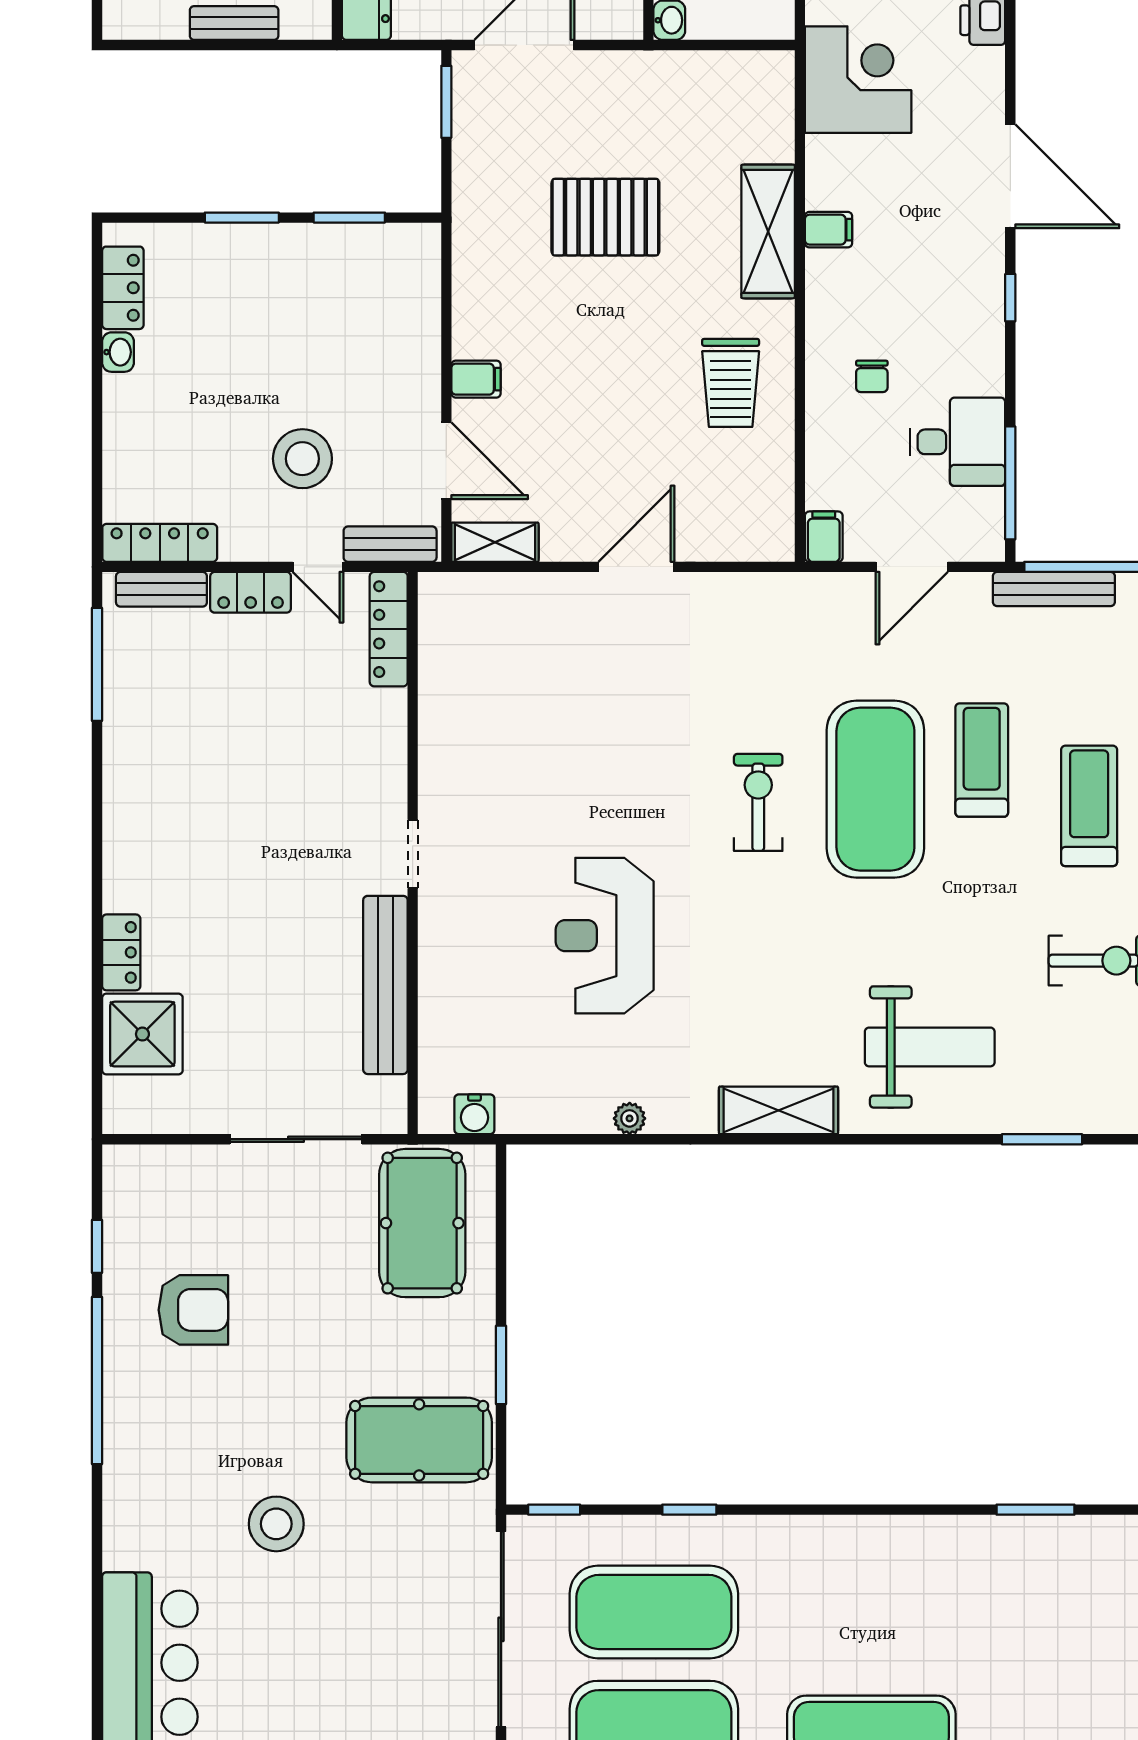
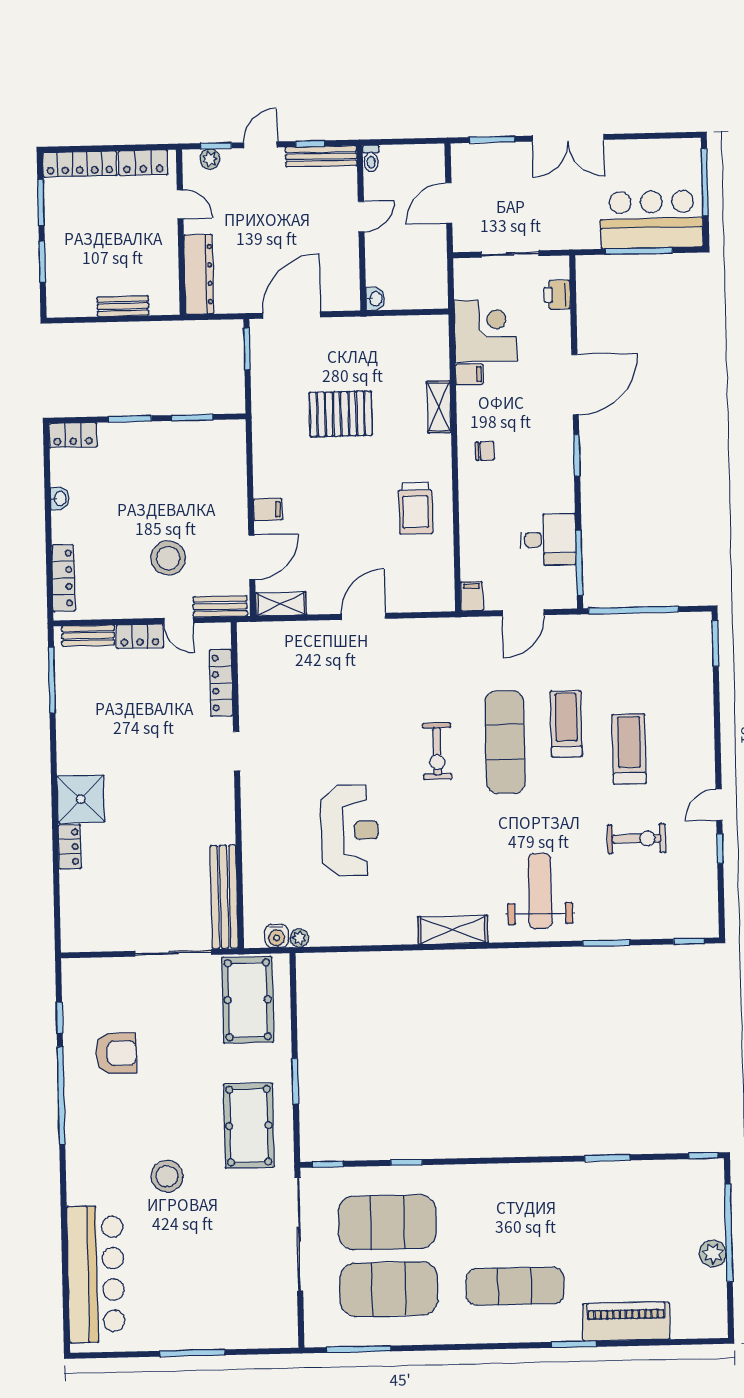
door: (1010, 176) -> (575, 385), hinge flipped
filing cabinet: (829, 230) -> (469, 374), moved
shelving: (768, 231) -> (439, 407), width x0.67, depth x0.75
locker: (123, 288) -> (73, 435), moved, turned 90
window: (1010, 298) -> (577, 455), width x1.50
chair: (872, 376) -> (485, 451), moved, turned -90
door: (446, 461) -> (252, 557), hinge flipped
locker: (160, 543) -> (63, 578), moved, turned 90
bench: (1054, 589) -> (606, 624), removed
locker: (389, 629) -> (221, 683), moved
exercise mat: (875, 789) -> (505, 742), width x0.68
exercise bike: (758, 802) -> (437, 751), turned 180
doorway: (413, 854) -> (237, 751), moved
reception desk: (605, 936) -> (350, 831), turned 180
bench: (385, 985) -> (224, 897), moved
shower: (142, 1034) -> (81, 799), moved
weight bench: (930, 1047) -> (540, 891), turned -90
plant: (630, 1118) -> (299, 938), moved
pool table: (419, 1440) -> (249, 1126), turned 90

